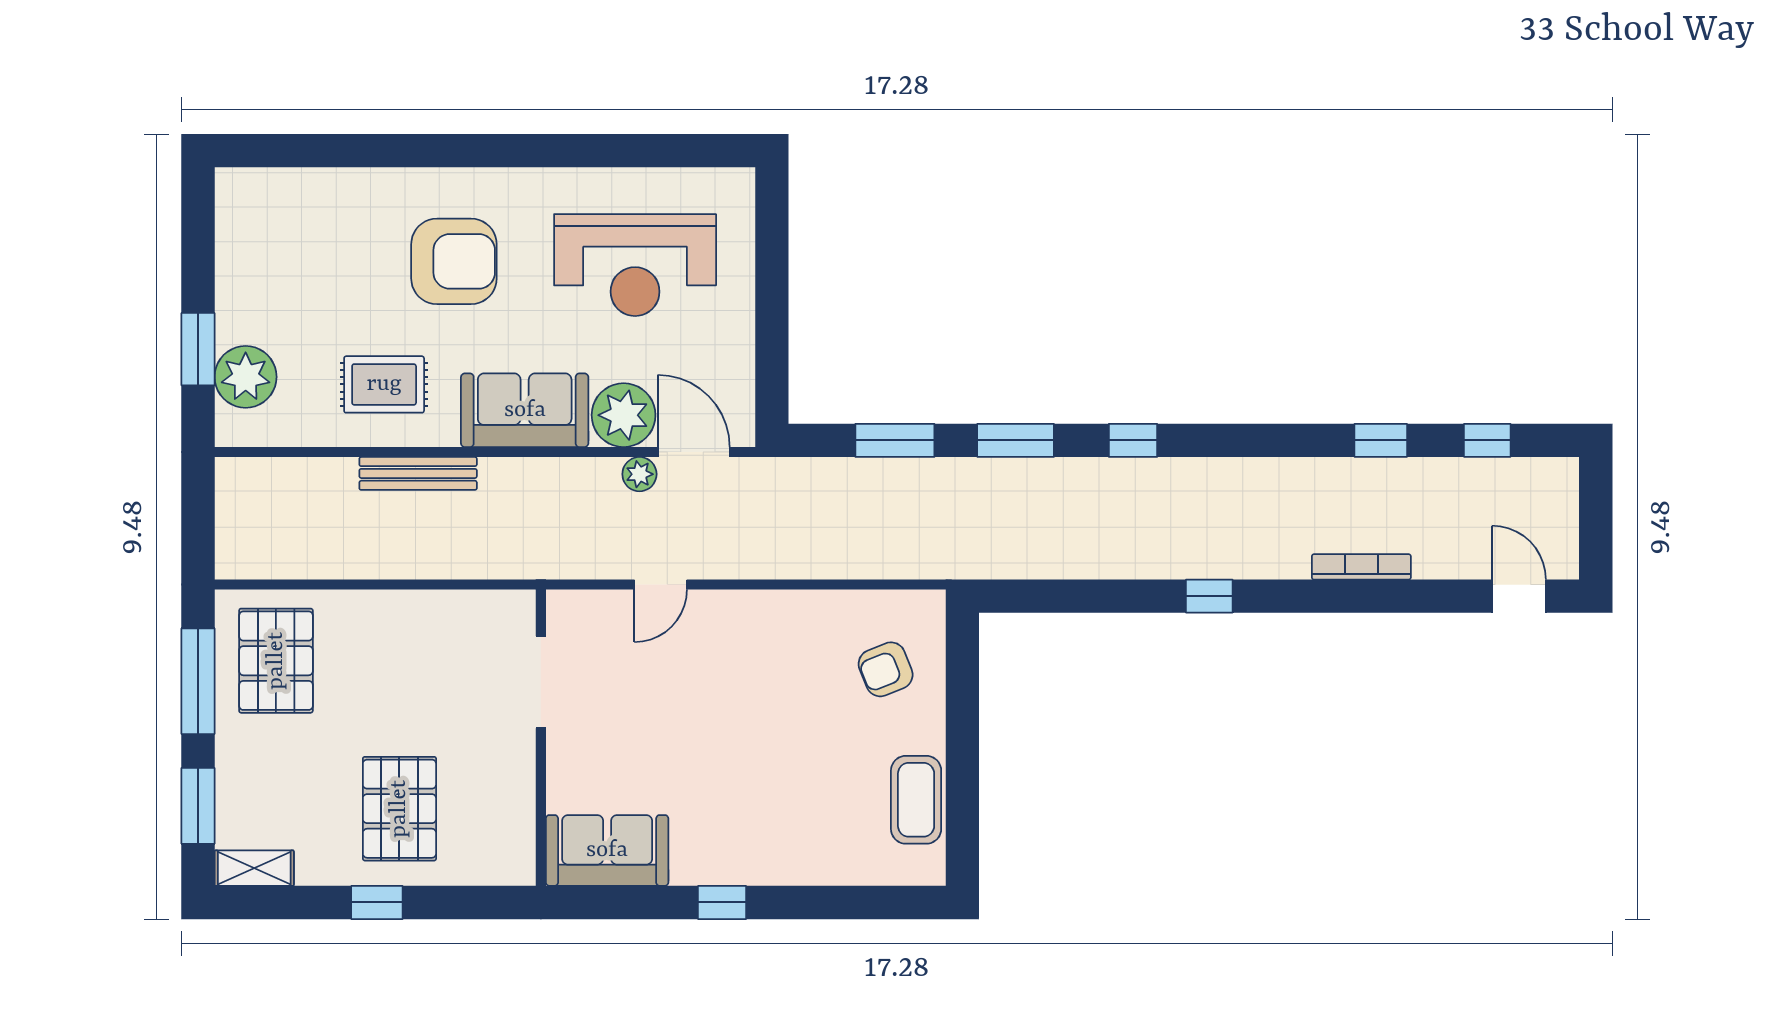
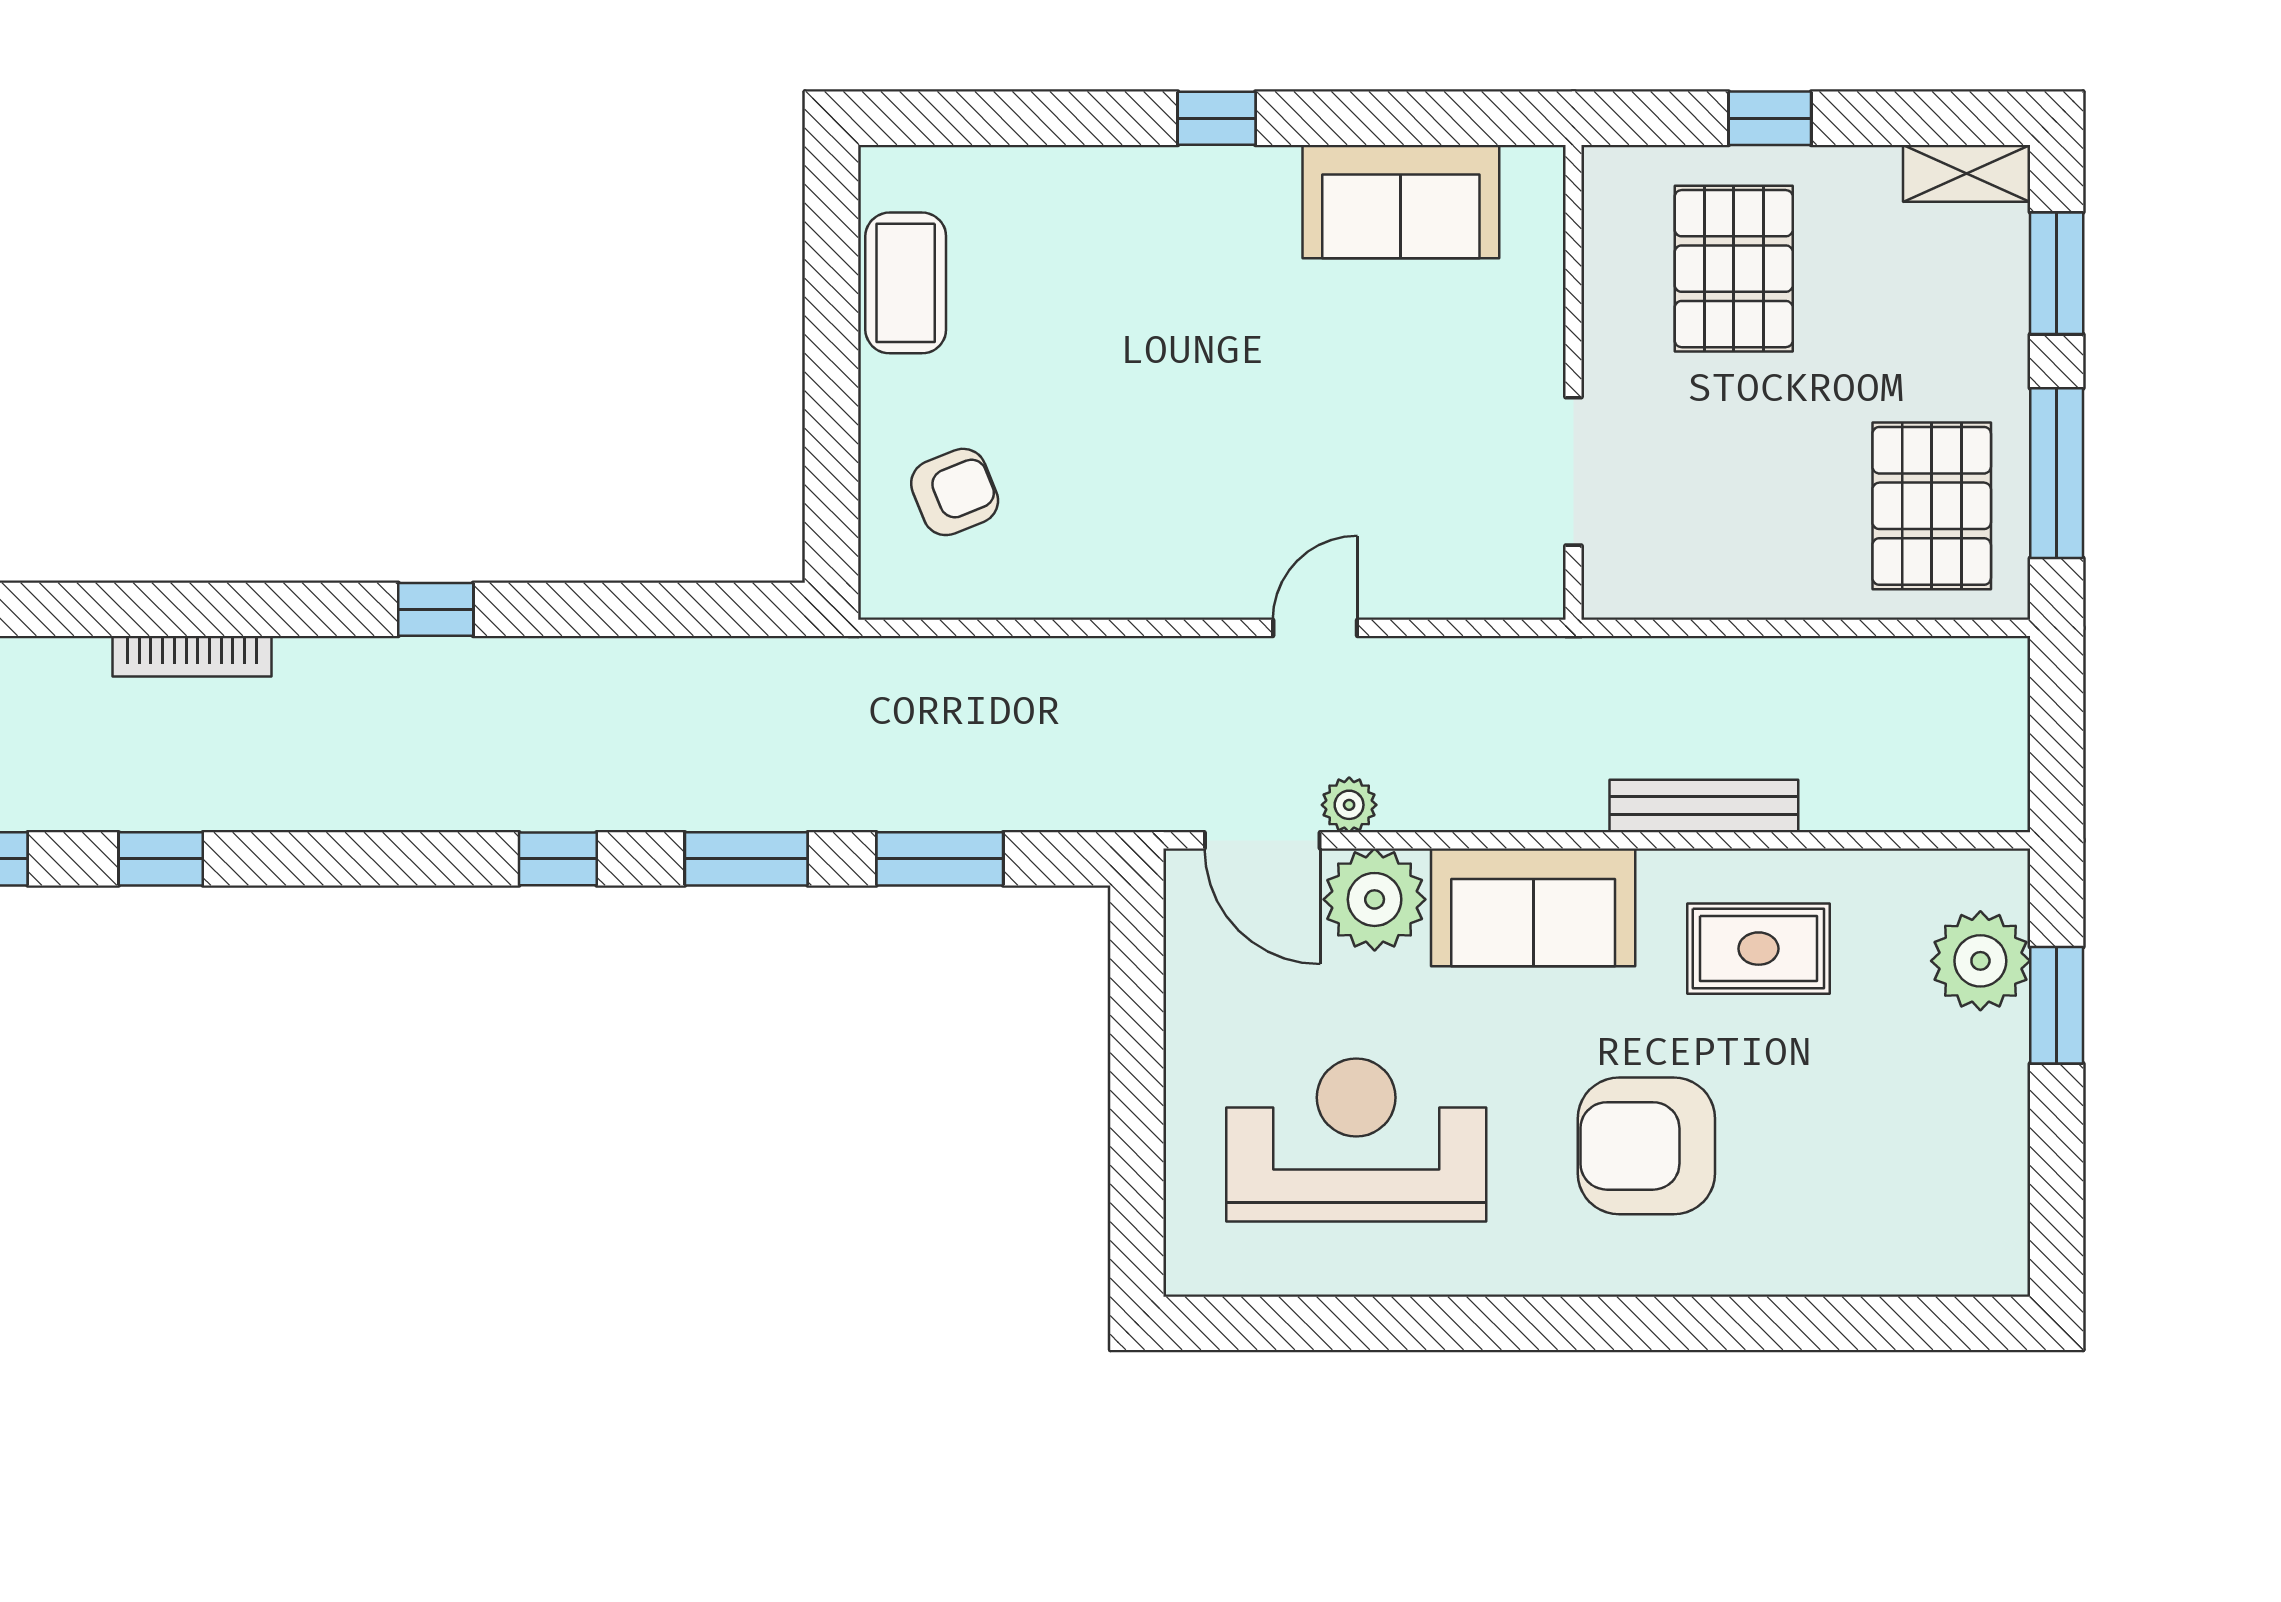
doorway: (541, 682) -> (1573, 471), moved
wall: (541, 738) -> (1573, 382), moved

